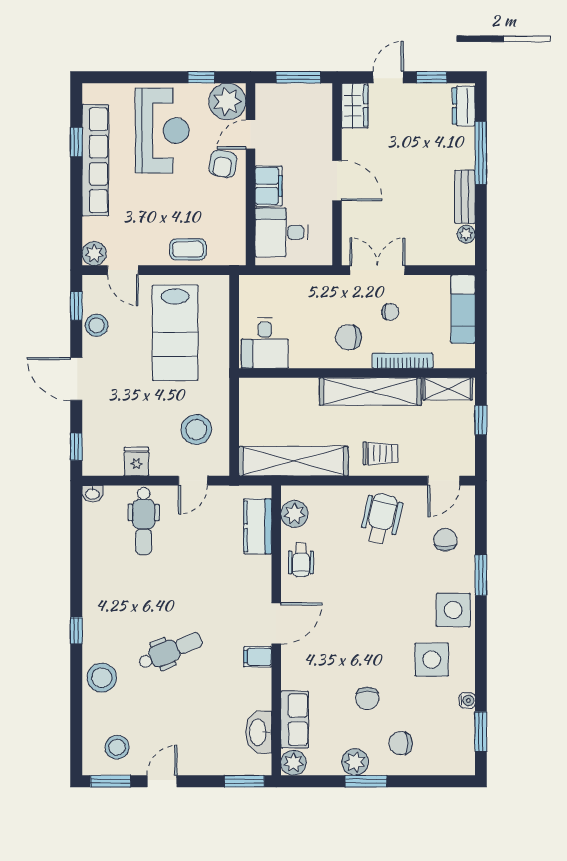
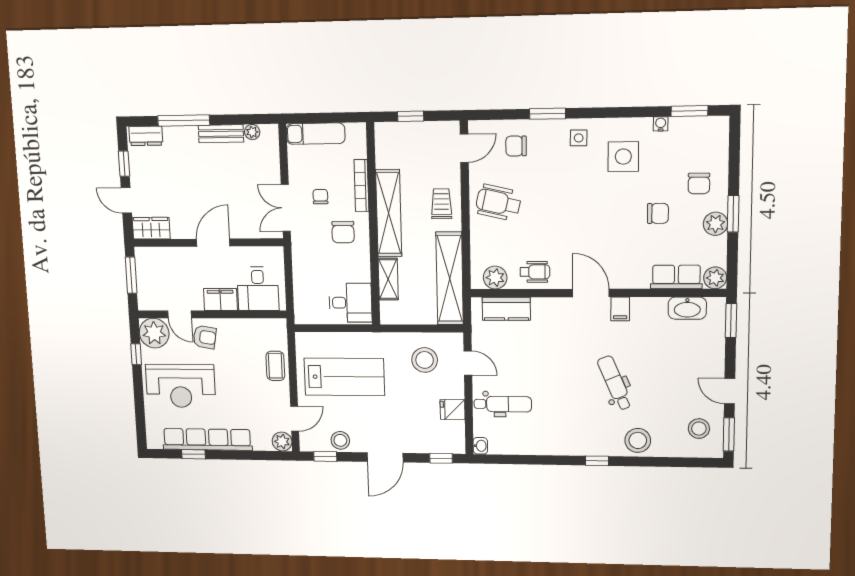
reception desk: (162, 131) -> (181, 386), turned 180
shelving: (448, 389) -> (388, 279), moved
door: (444, 481) -> (464, 148), hinge flipped
side table: (453, 610) -> (579, 138), width x0.54, depth x0.54

